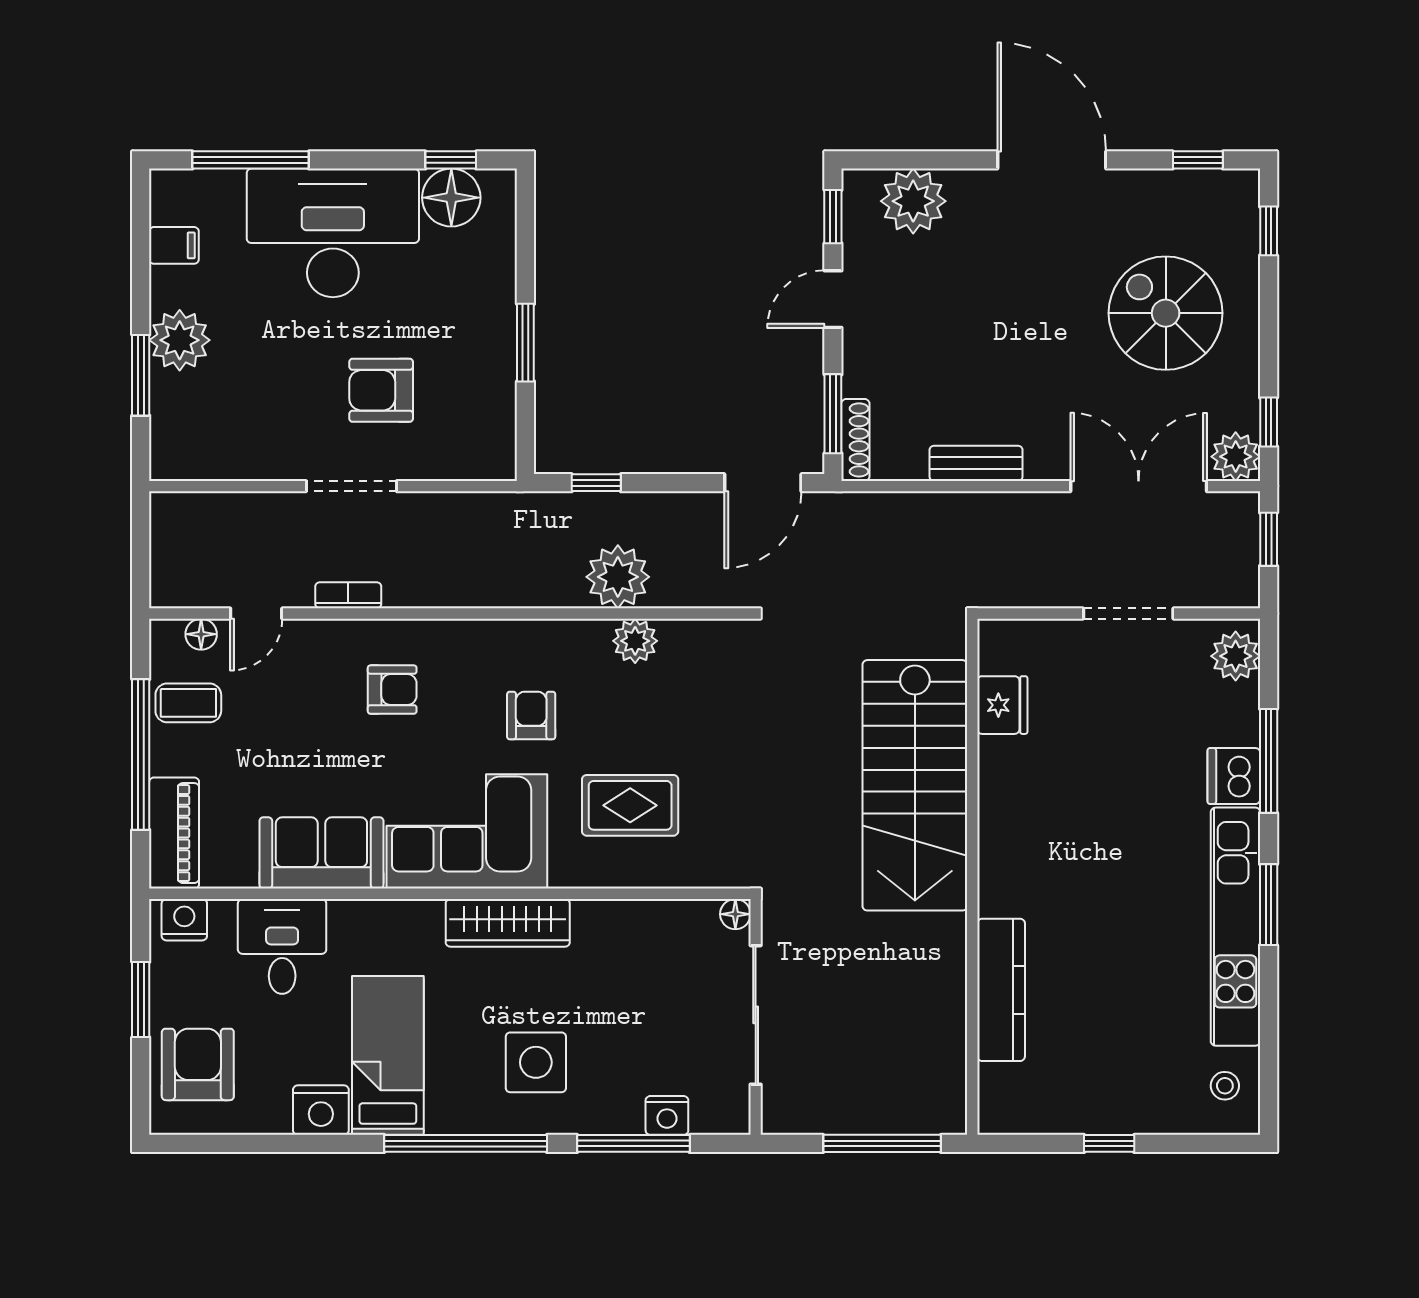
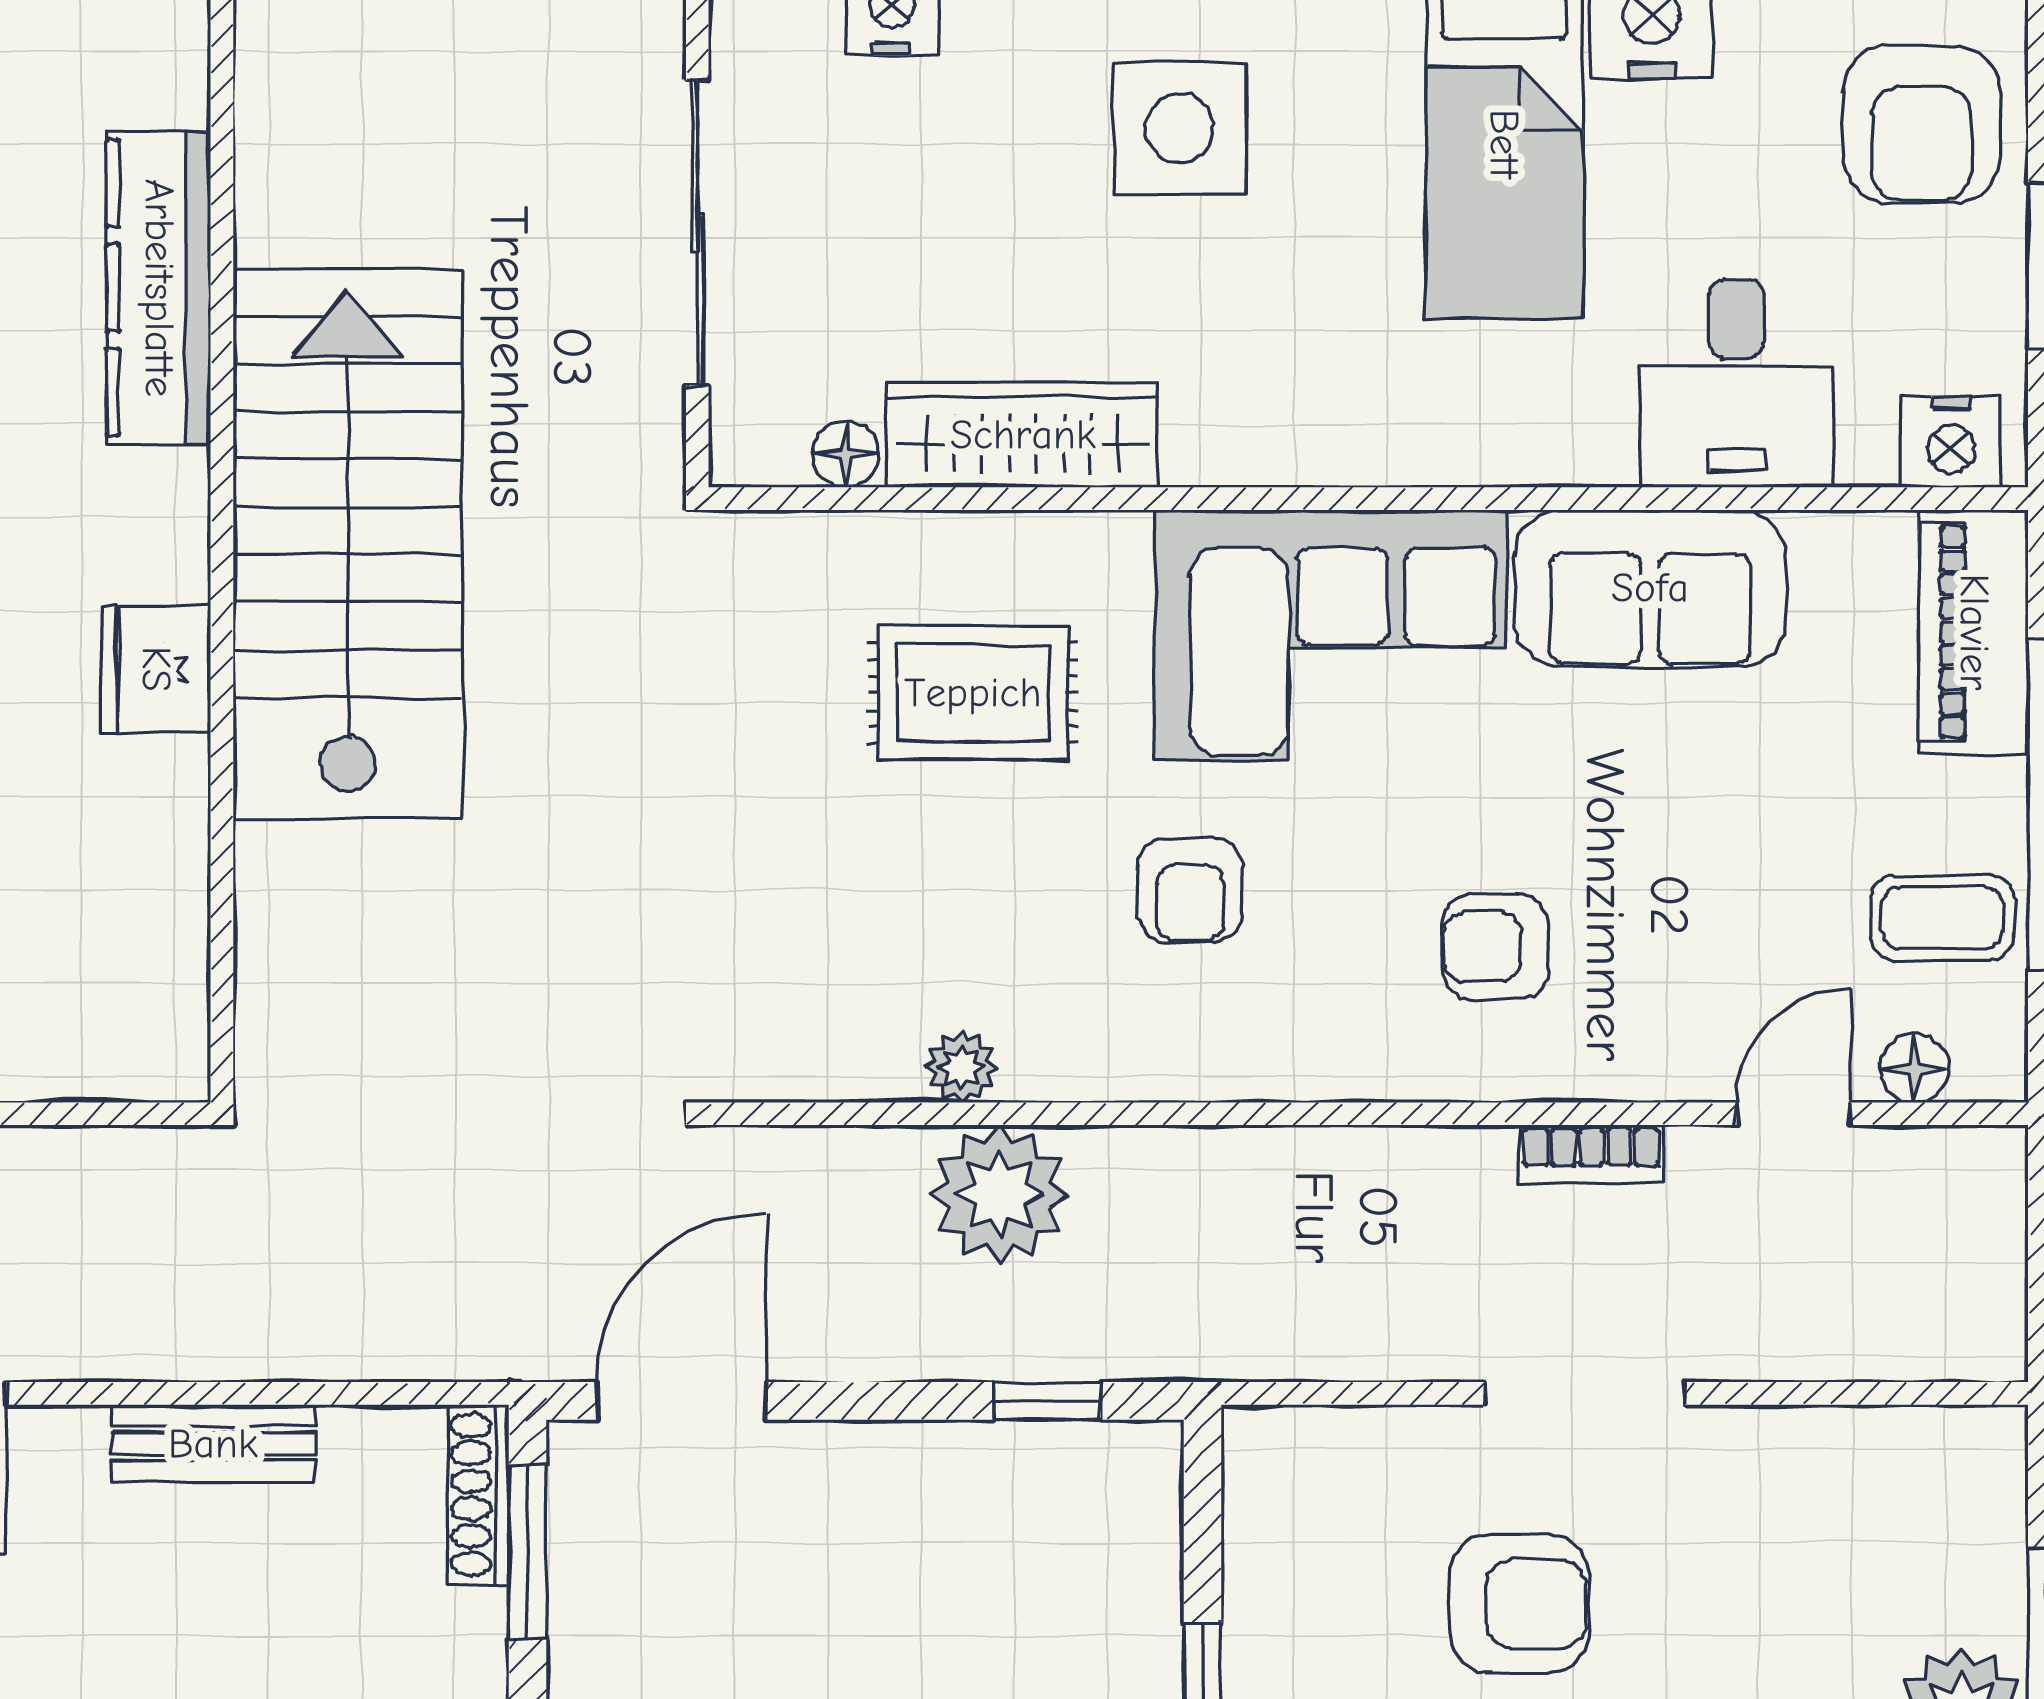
plant: (635, 641) -> (962, 1067), width x0.73, depth x0.73
fridge: (1002, 705) -> (156, 669), moved
stairs: (915, 785) -> (348, 544), moved
floor lamp: (735, 914) -> (846, 454), moved
wardrobe: (508, 923) -> (1023, 435), moved

